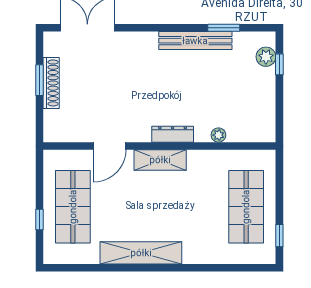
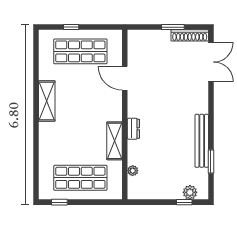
shoe rack: (51, 83) -> (190, 35), moved
dresser: (173, 134) -> (133, 129), width x0.70
plant: (218, 135) -> (133, 171), moved
shelving: (160, 160) -> (115, 141), moved
shelving: (141, 253) -> (47, 101), width x0.68

